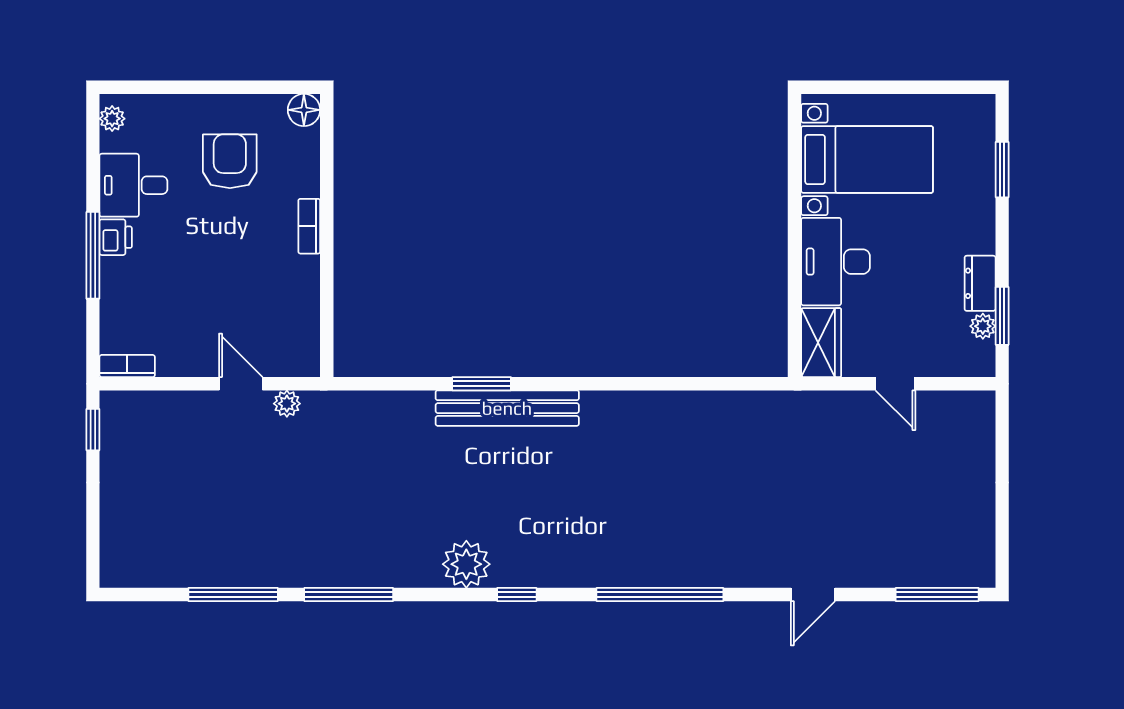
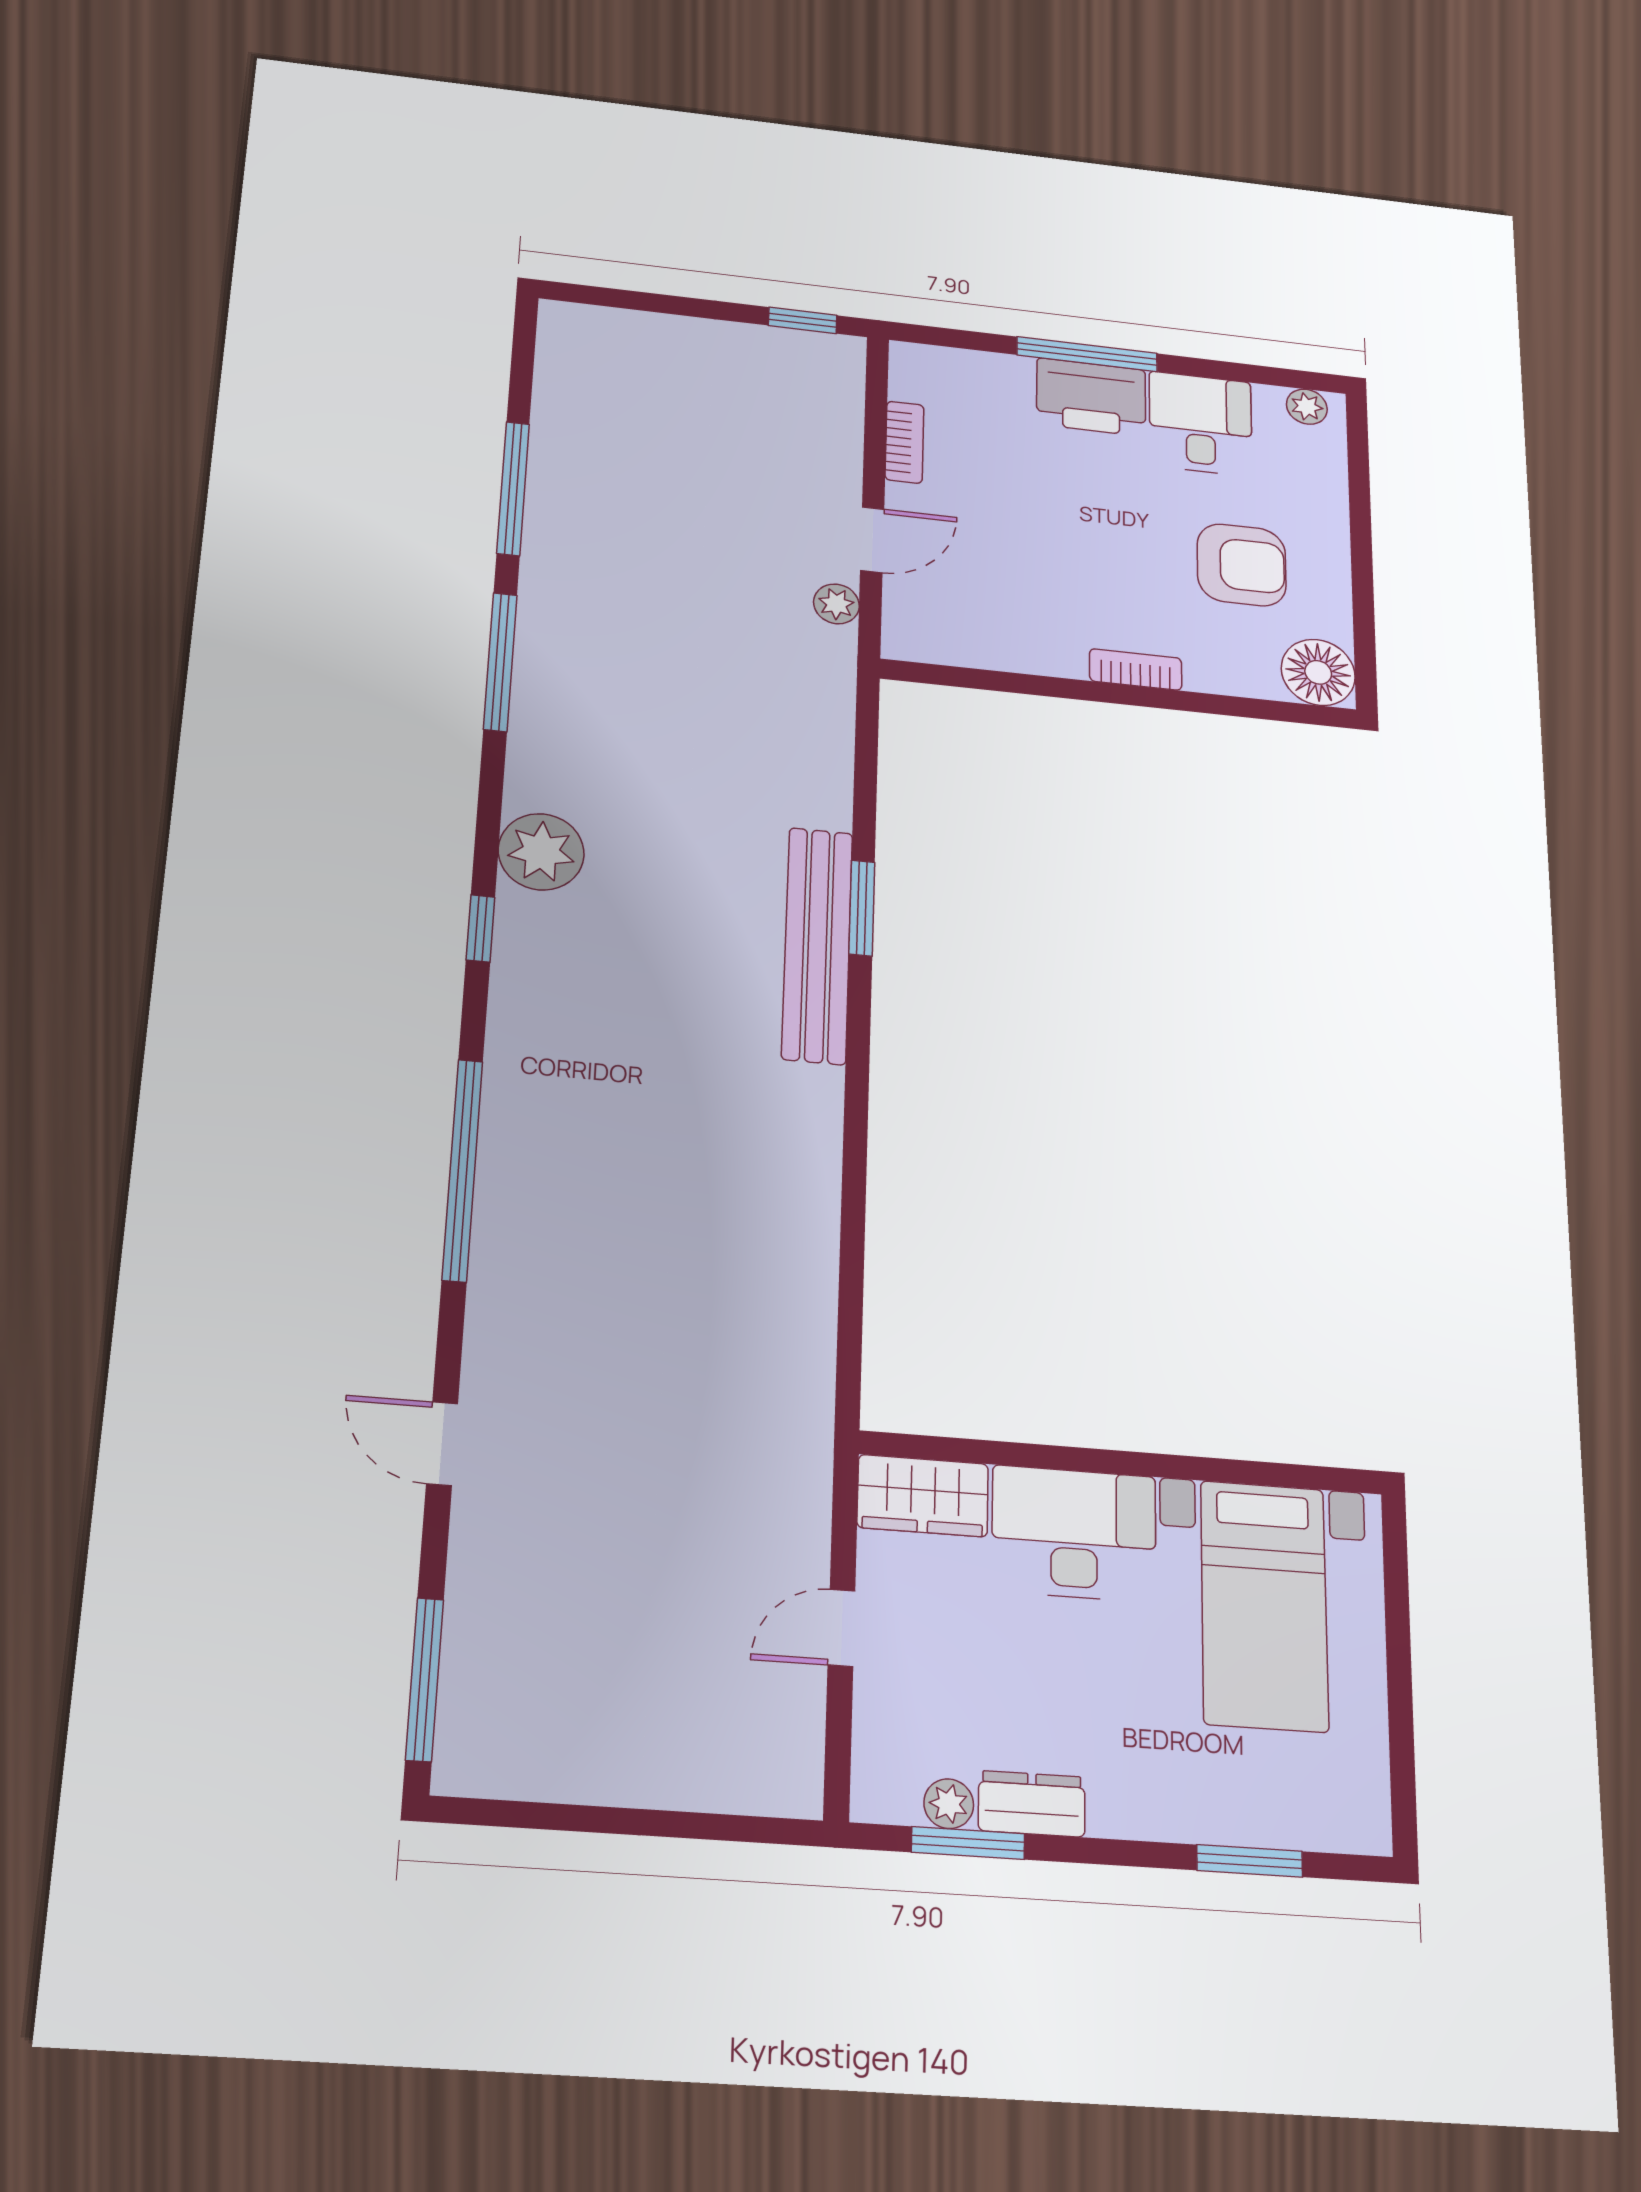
floor lamp: (304, 110) -> (1318, 672), width x1.38, depth x1.38
printer: (116, 237) -> (1091, 397), width x1.87, depth x1.48
bookcase: (127, 366) -> (904, 442), moved

